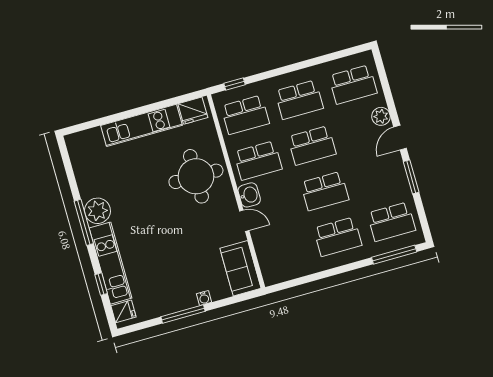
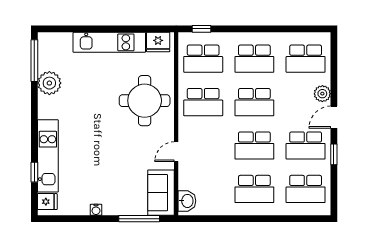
school desk: (379, 176) -> (306, 146), added
window: (411, 177) -> (334, 154), width x0.67
washbasin: (249, 195) -> (187, 201), moved
plant: (98, 211) -> (49, 83), moved
door: (244, 221) -> (176, 152), swing flipped
window: (84, 222) -> (34, 61), moved
window: (394, 255) -> (300, 219), removed
water cooler: (204, 298) -> (96, 210), moved
window: (183, 314) -> (139, 219), moved

